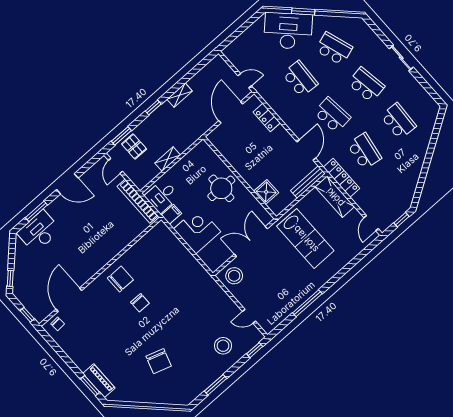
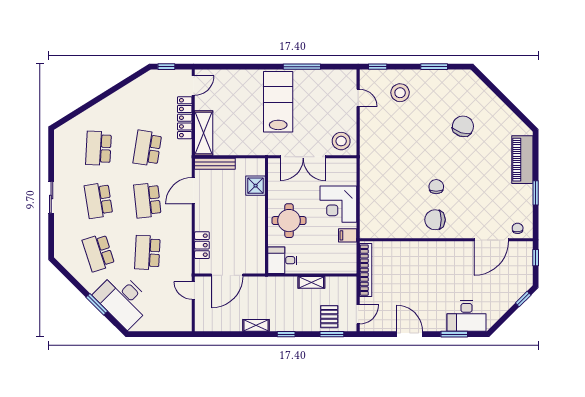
locker: (342, 178) -> (185, 118), moved
desk: (162, 196) -> (282, 260), moved, turned 180
lab bench: (305, 238) -> (278, 102), moved
piano: (99, 381) -> (522, 160), width x1.37, depth x1.33
window: (90, 386) -> (536, 193), moved

